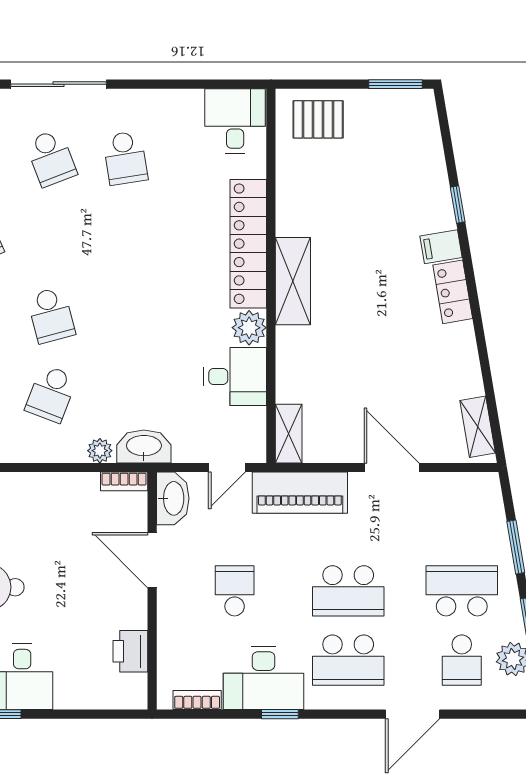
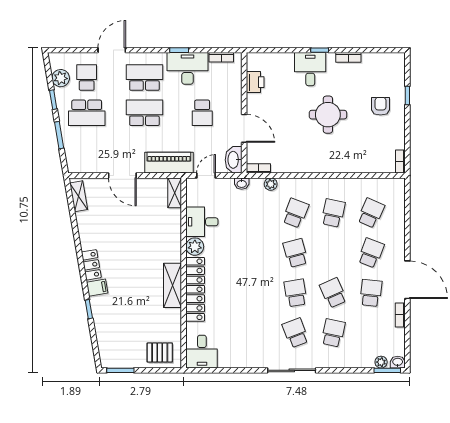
school desk: (125, 158) -> (295, 293), moved
shelving: (293, 281) -> (173, 285), moved
washbasin: (144, 447) -> (242, 184), width x0.52, depth x0.69

